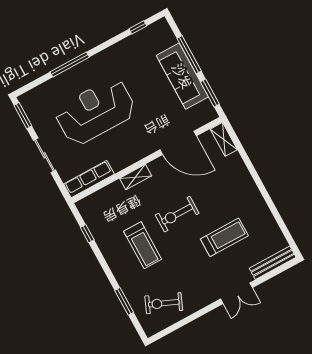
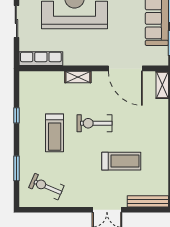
window: (87, 234) -> (16, 115), moved

